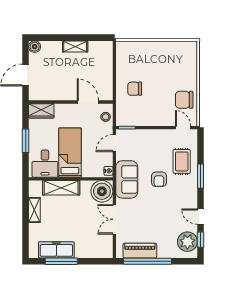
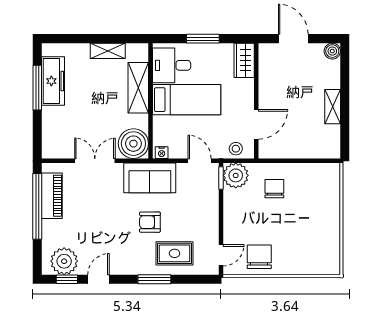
plant: (125, 117) -> (236, 175), added

